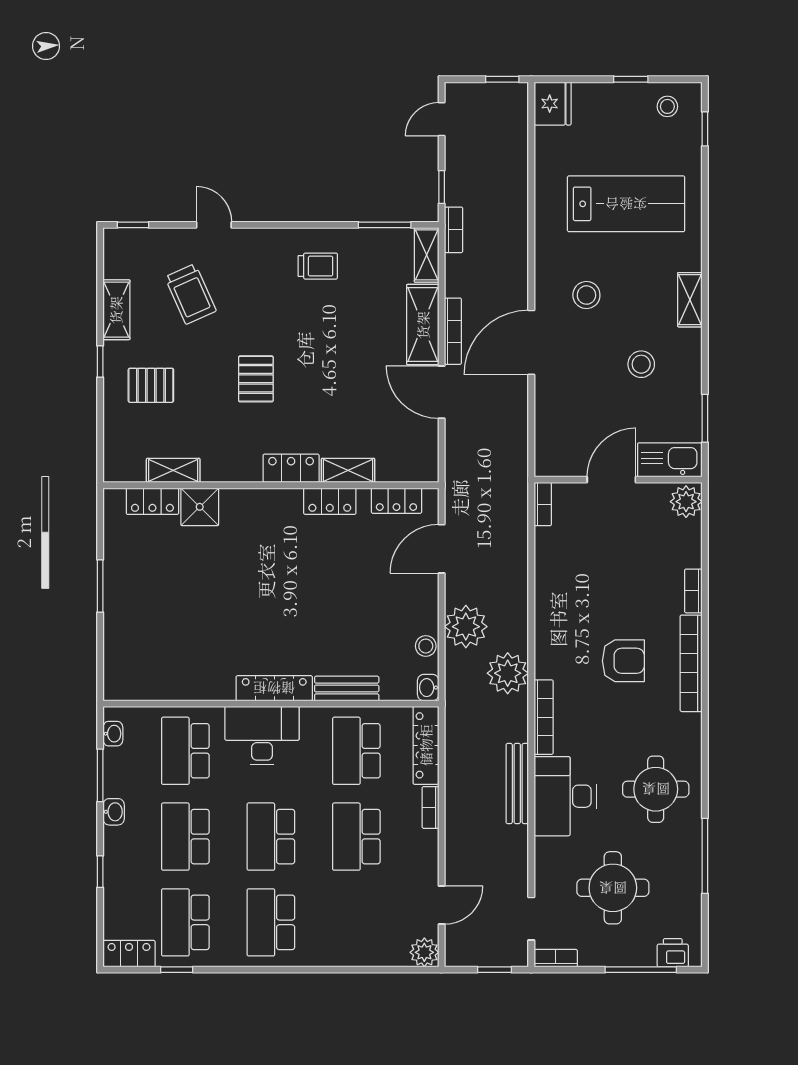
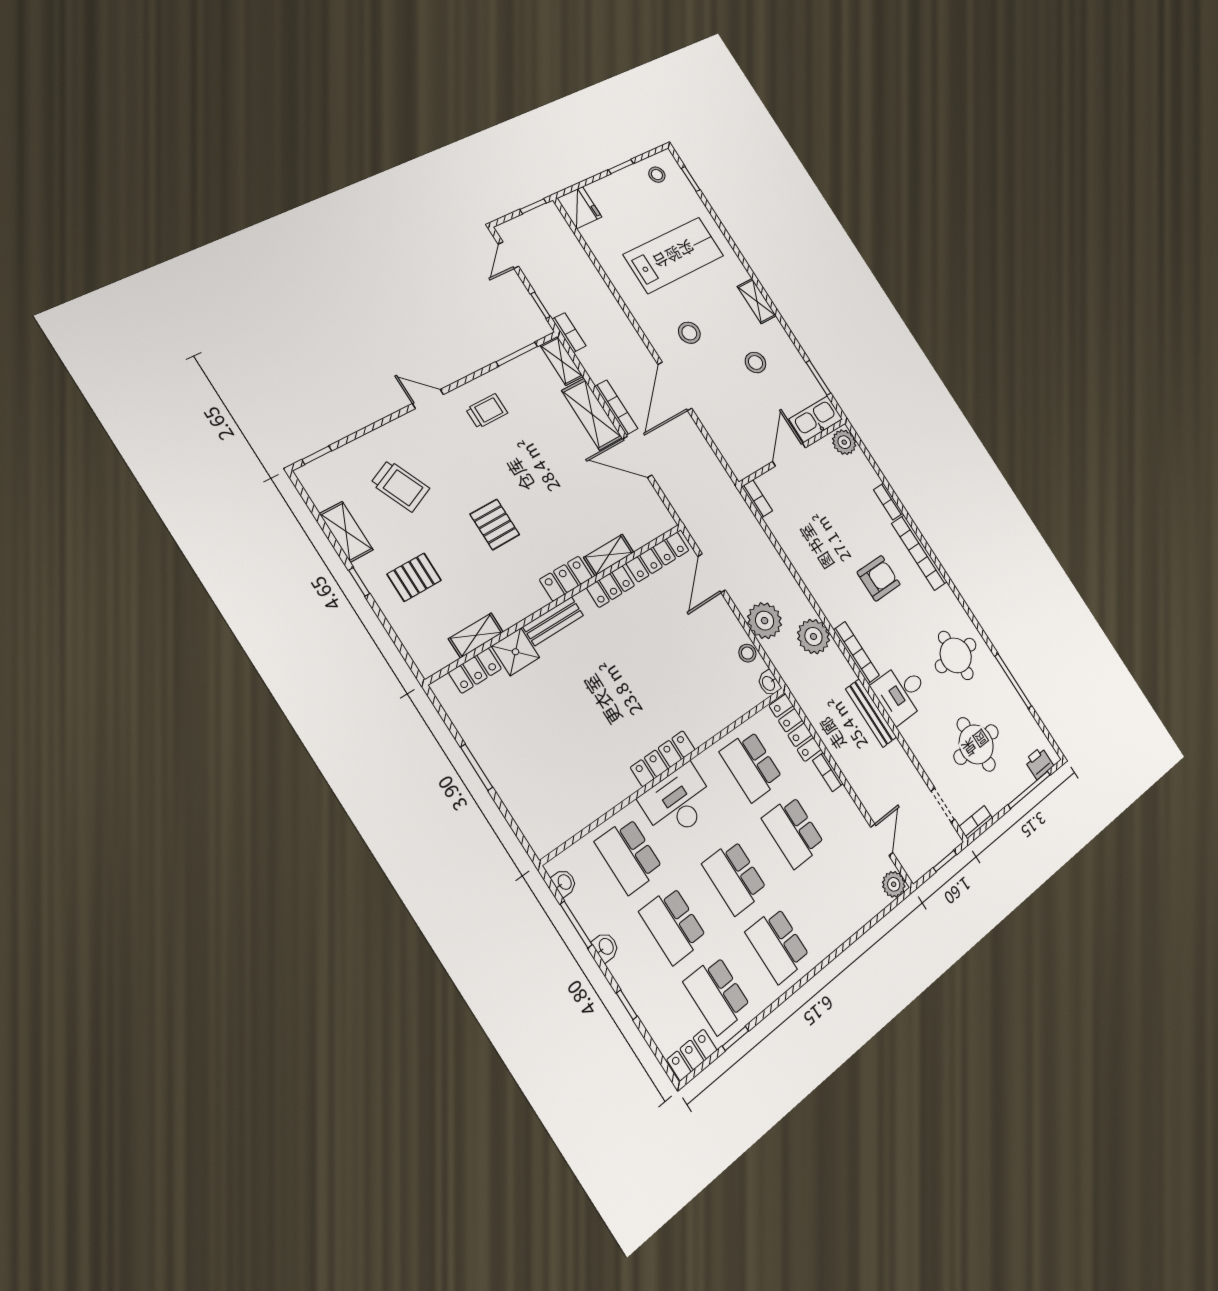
door: (214, 225) -> (428, 399), moved
locker: (396, 501) -> (658, 557), width x1.53
bench: (347, 689) -> (553, 621), moved
desk: (565, 796) -> (901, 693), width x0.73

